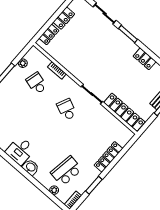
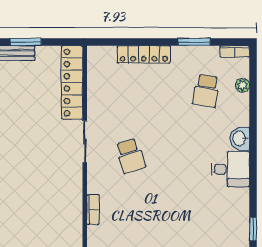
school desk: (37, 83) -> (130, 221), removed
school desk: (67, 110) -> (130, 156), turned -42
school desk: (66, 171) -> (206, 91), width x0.54

